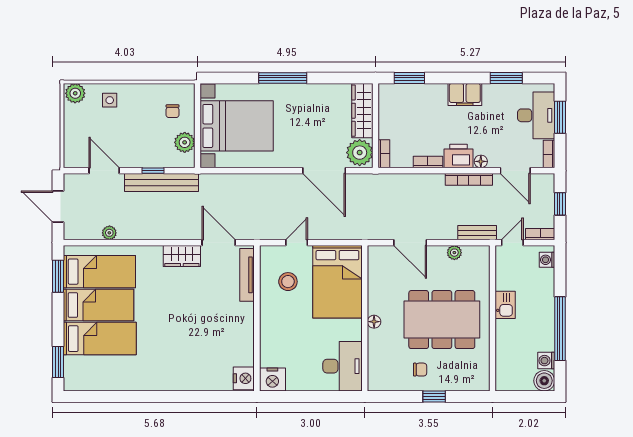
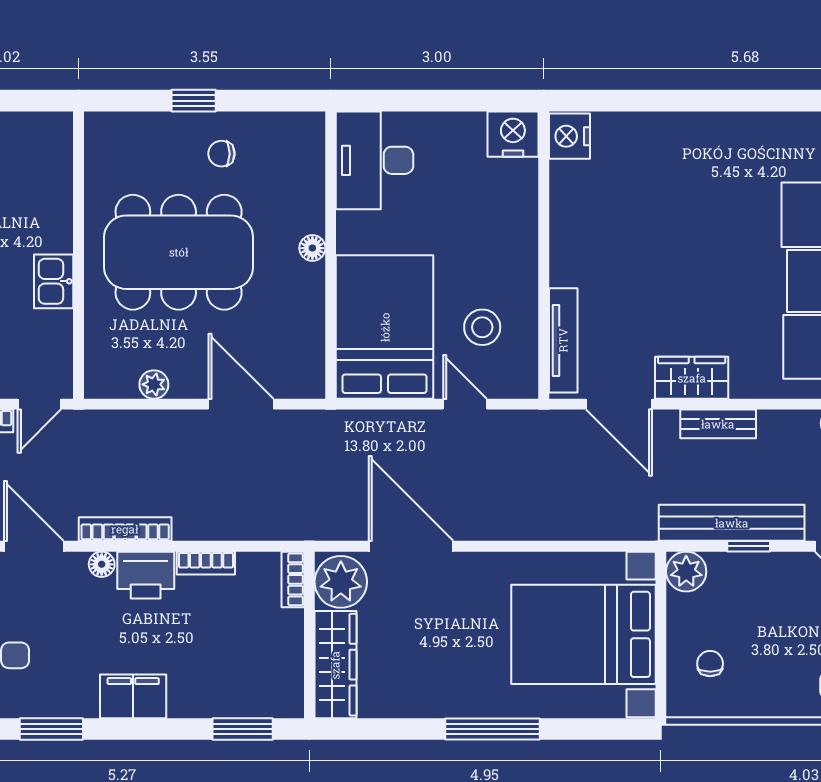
plant: (185, 142) -> (686, 572), moved
bench: (477, 233) -> (718, 424), moved
door: (297, 243) -> (465, 404), swing flipped

